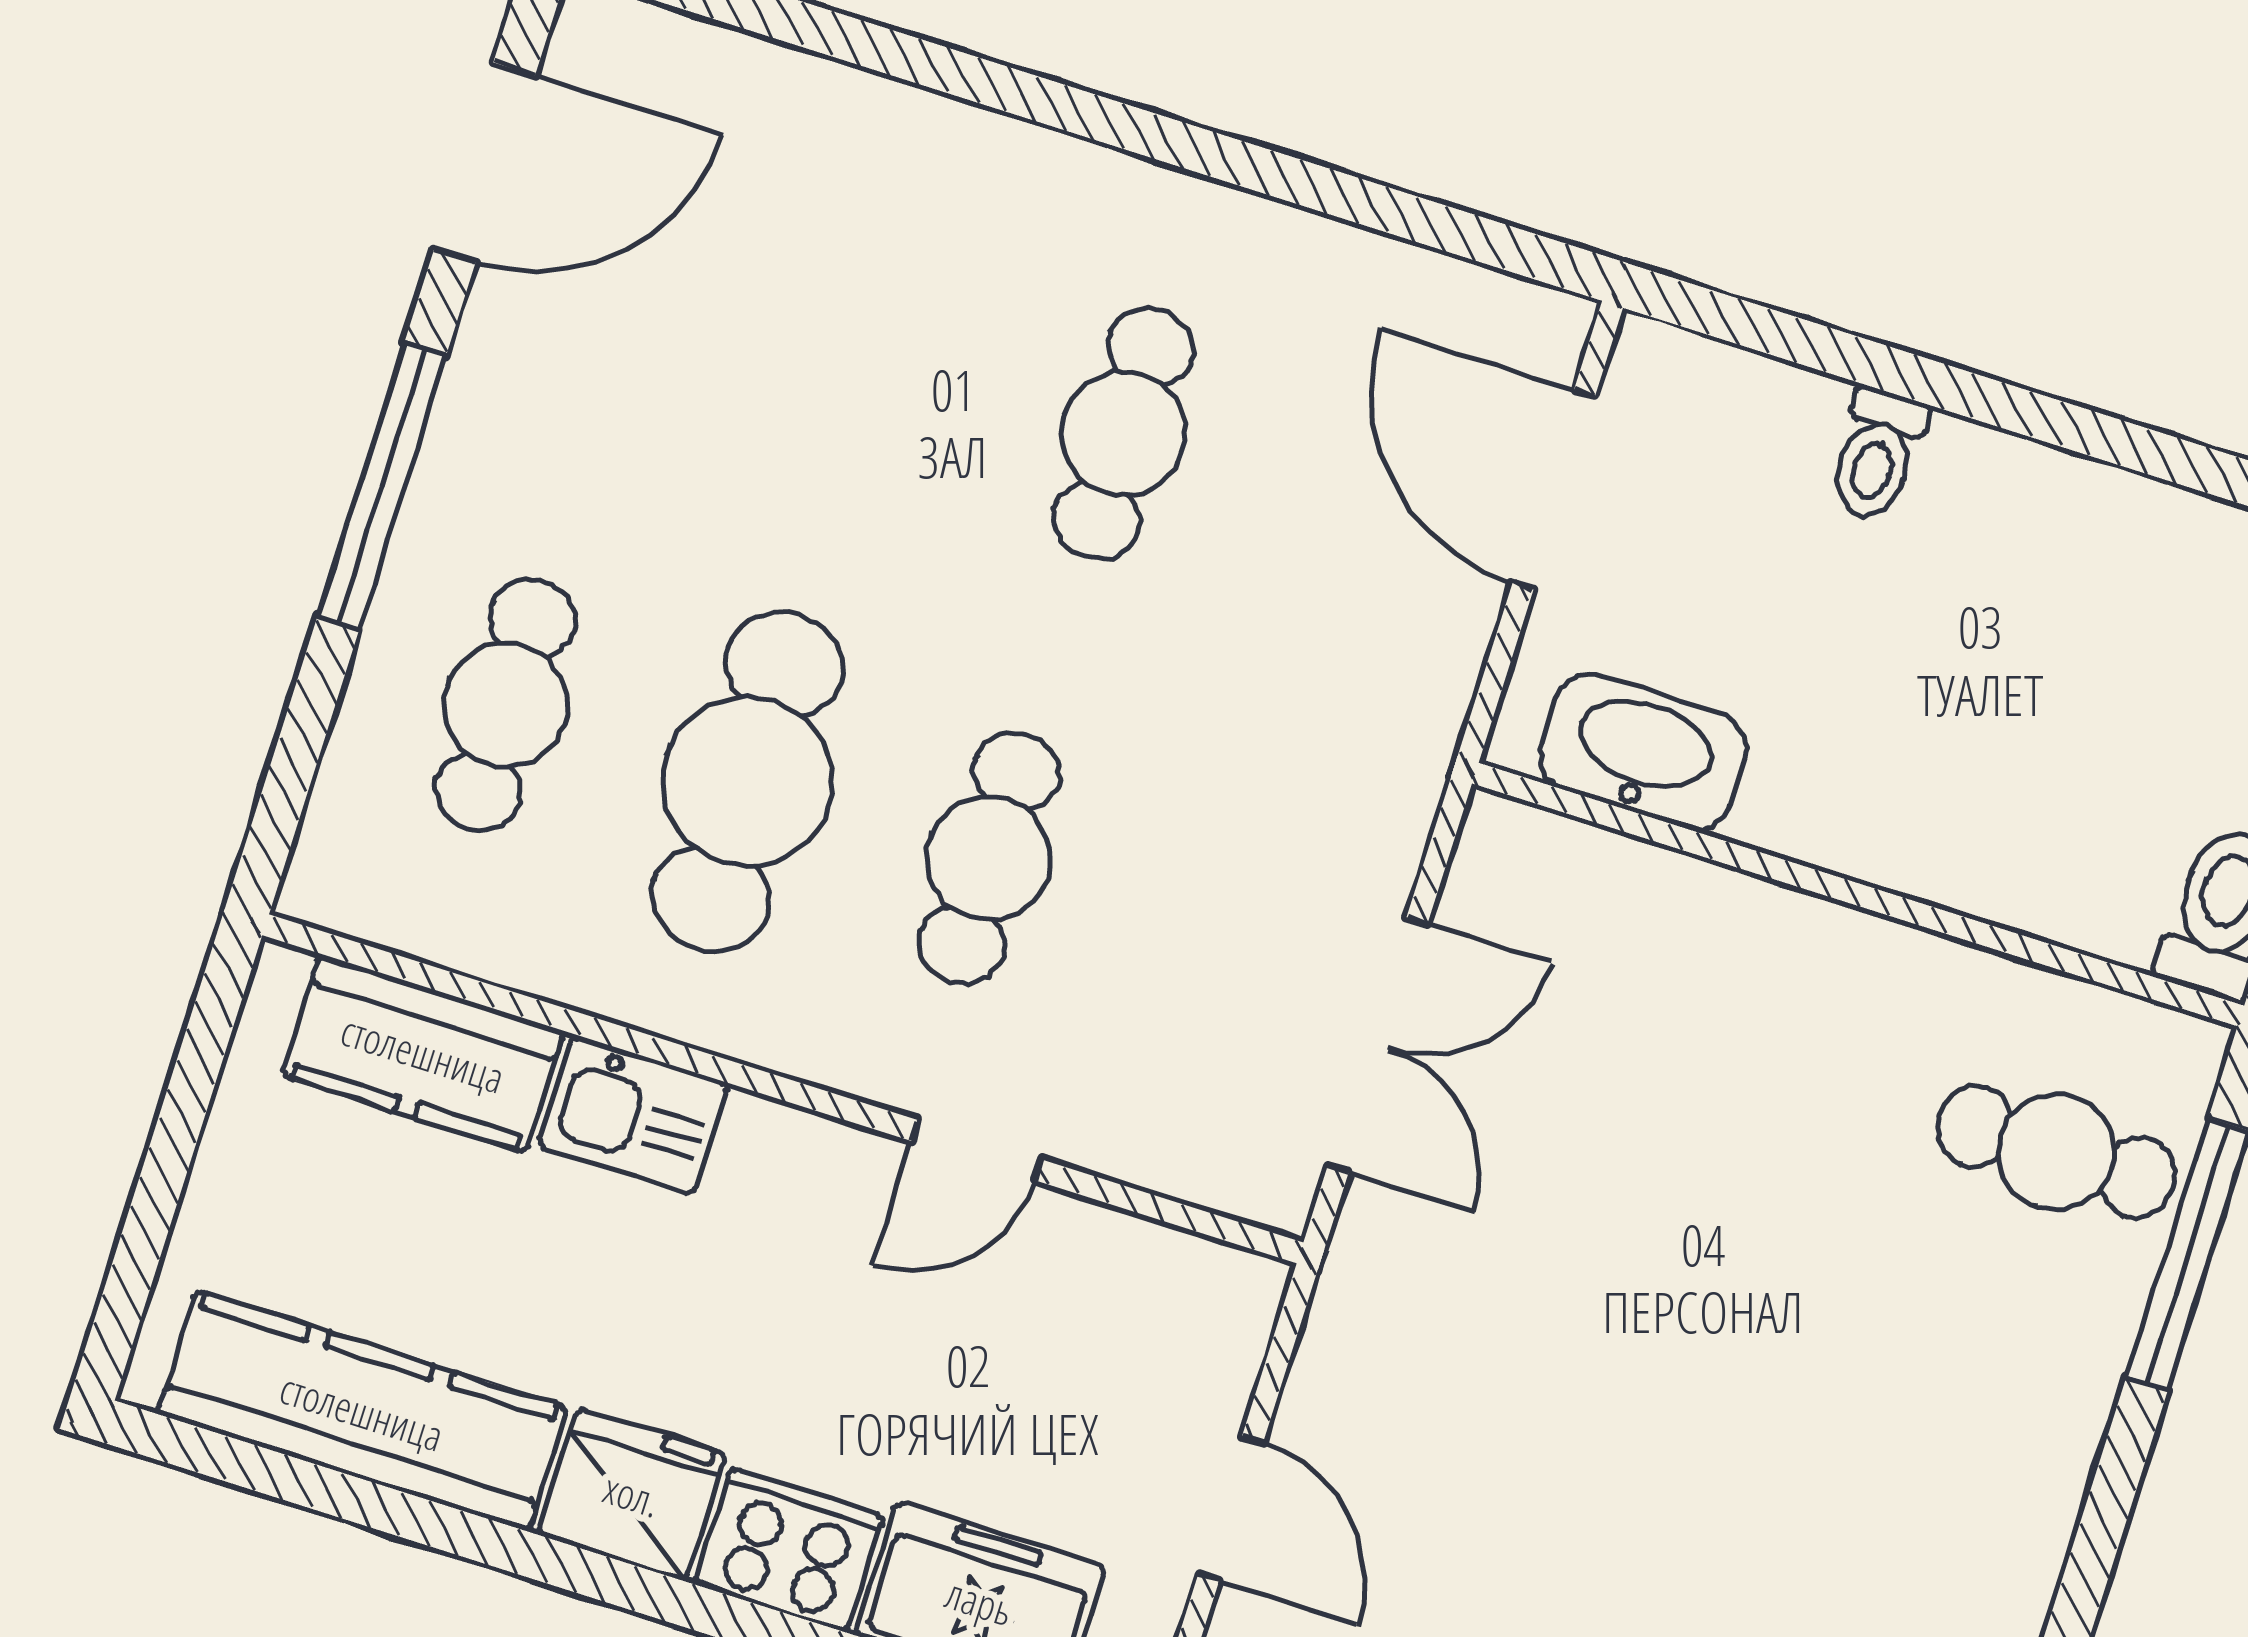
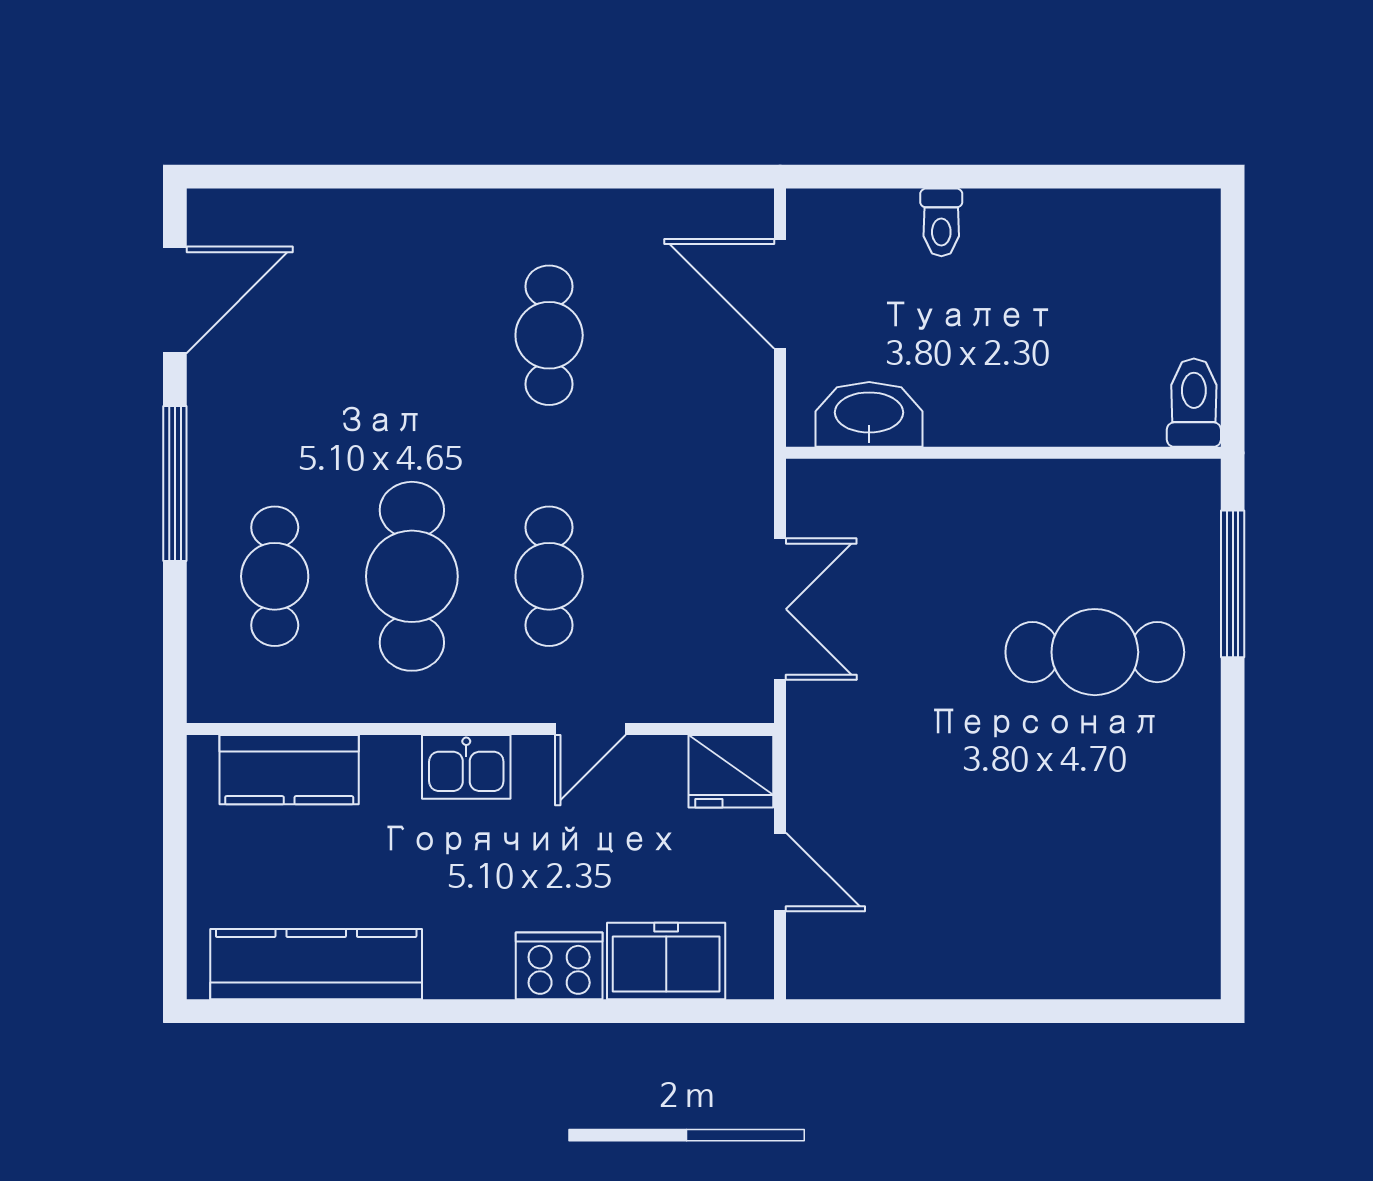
kitchen sink: (633, 1115) -> (466, 767), moved
cafe table: (2056, 1152) -> (1095, 652), moved, width x1.37, depth x1.35
fridge: (632, 1494) -> (731, 771), moved, turned 180

